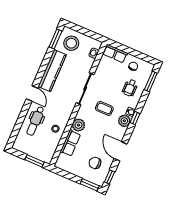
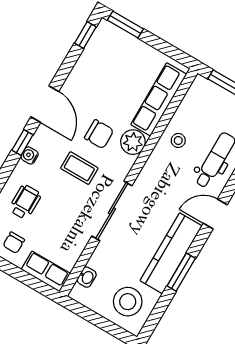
window: (56, 39) -> (181, 272), moved
door: (32, 93) -> (215, 214), hinge flipped
plant: (124, 121) -> (44, 140), removed
row of seats: (70, 143) -> (159, 99), width x1.48
door: (121, 151) -> (45, 104), moved
chair: (95, 163) -> (99, 134), moved

